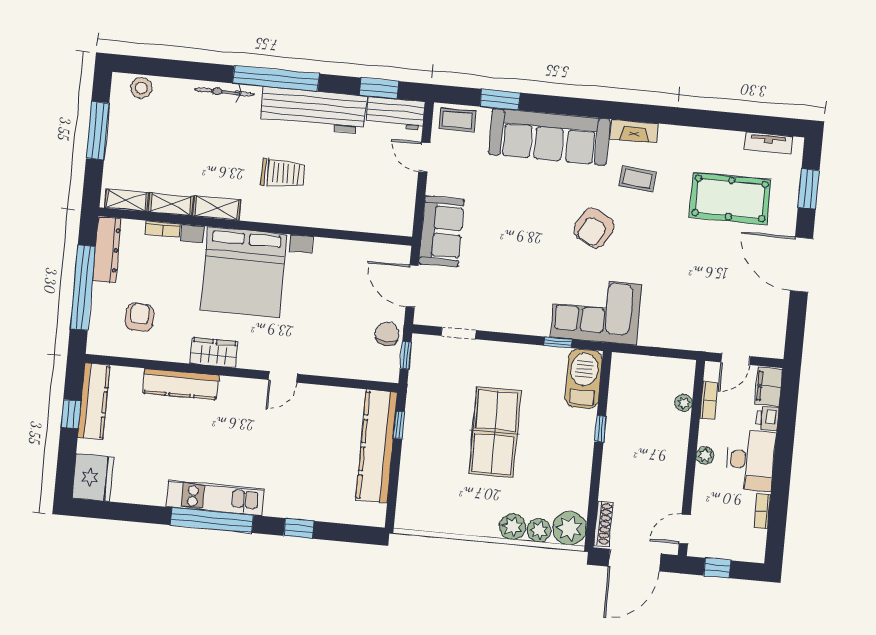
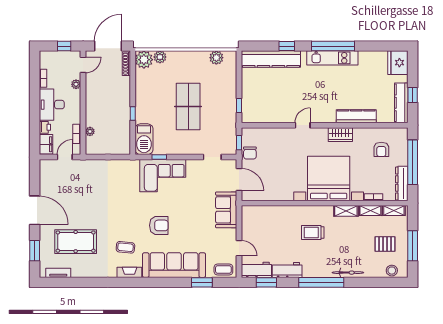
workbench: (313, 110) -> (287, 270), width x0.53, depth x0.76
pallet: (149, 139) -> (385, 244), added
armchair: (594, 228) -> (159, 225), moved, turned 62
corner sofa: (596, 311) -> (163, 176), moved
kitchen counter: (377, 446) -> (271, 59), moved, turned 90
plant: (705, 456) -> (76, 84), moved
plant: (513, 527) -> (216, 58), moved

